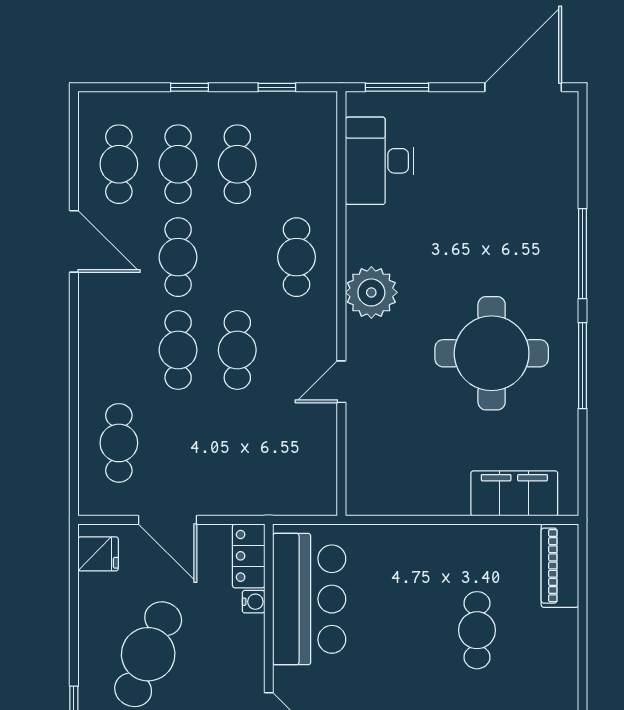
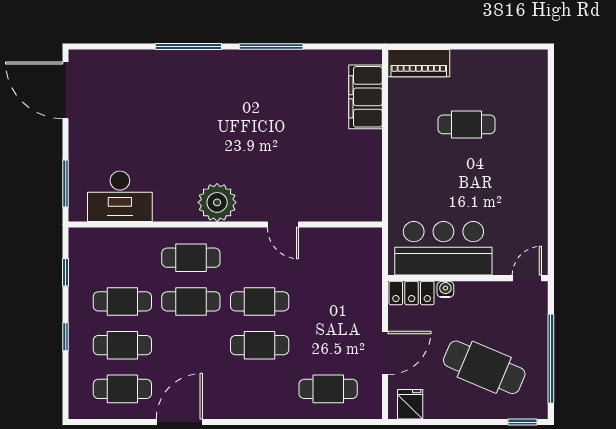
cafe table: (178, 257) -> (191, 301), moved
round table: (492, 353) -> (262, 114), removed

